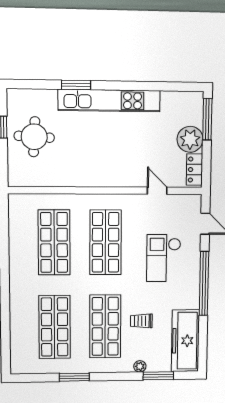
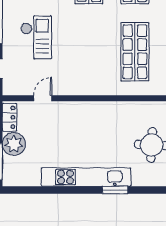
door: (157, 191) -> (43, 98), swing flipped
shop shelf: (106, 242) -> (89, 52), removed

